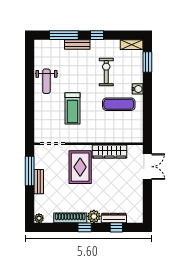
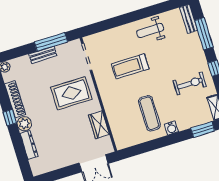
bench: (77, 44) -> (189, 19), moved
exercise bike: (106, 72) -> (190, 84), moved
wardrobe: (109, 151) -> (99, 125), width x0.67
window: (116, 227) -> (20, 151), removed

